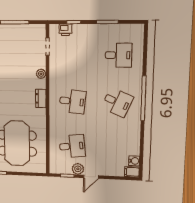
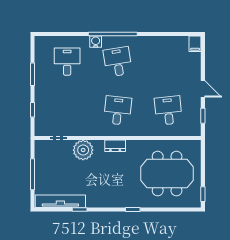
printer: (65, 30) -> (41, 119), removed
plant: (41, 74) -> (83, 150), width x1.87, depth x1.87
desk: (117, 102) -> (118, 62), turned -33
water cooler: (134, 161) -> (96, 42), moved
plant: (78, 169) -> (194, 104), removed

